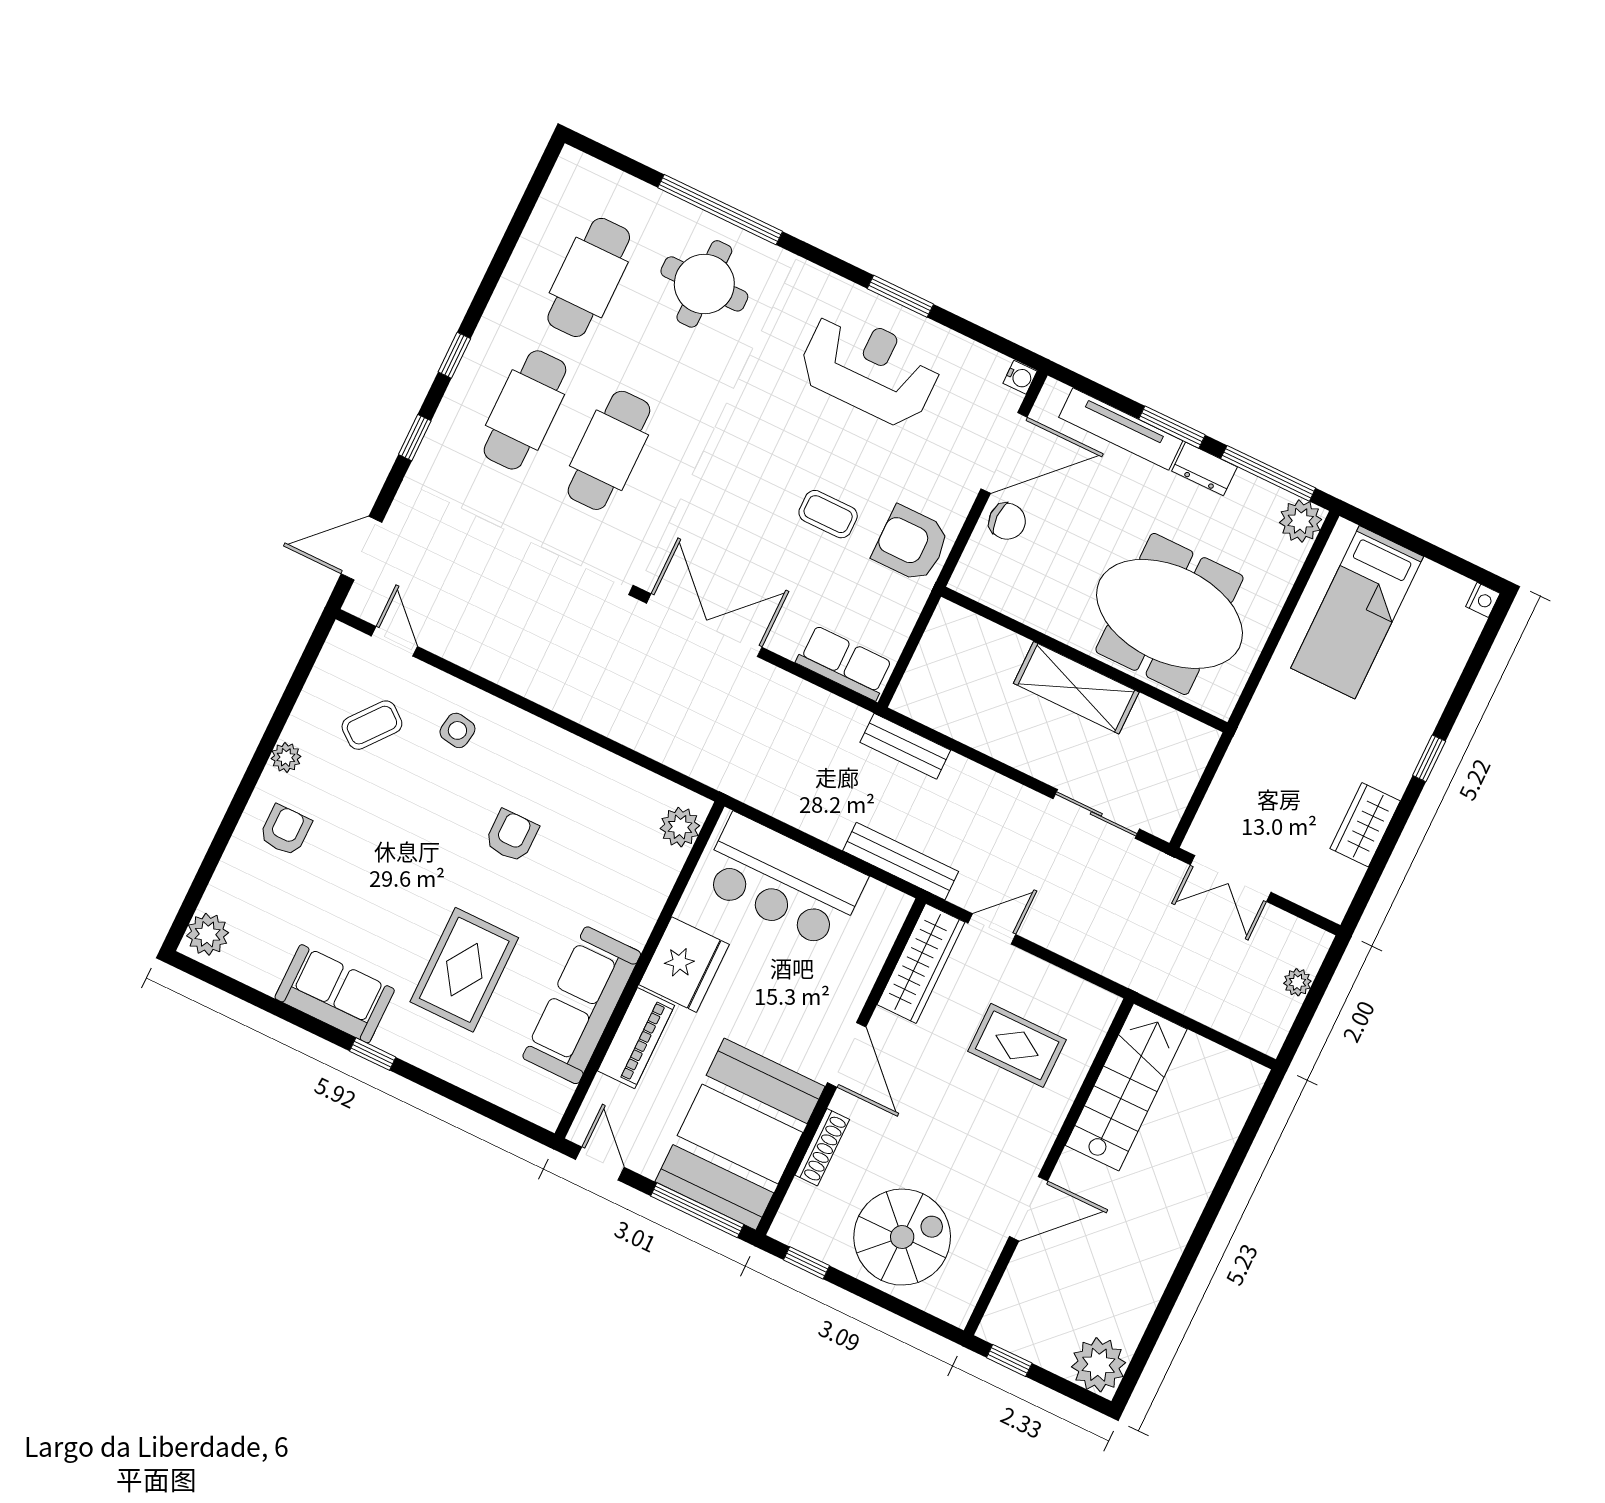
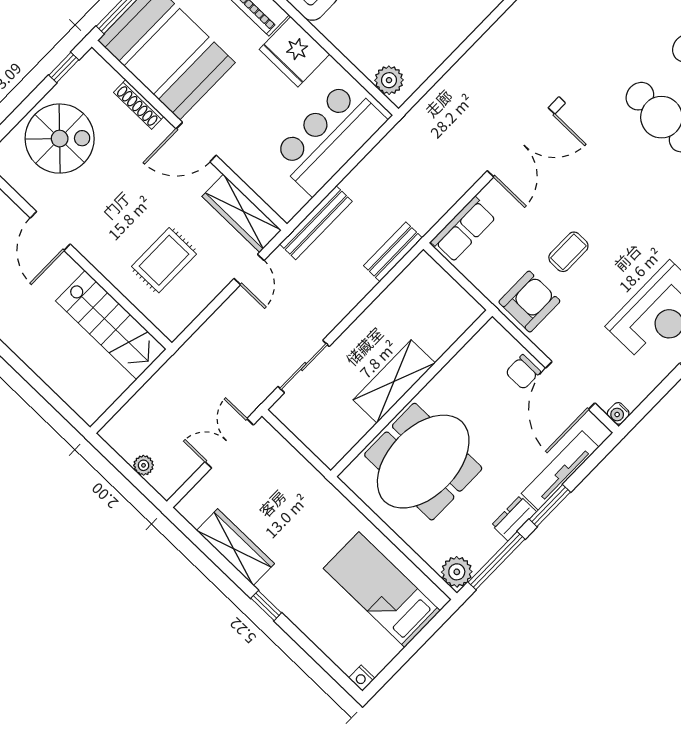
wardrobe: (1365, 825) -> (235, 547), width x1.50
spiral stairs: (902, 1237) -> (60, 139), turned -90

